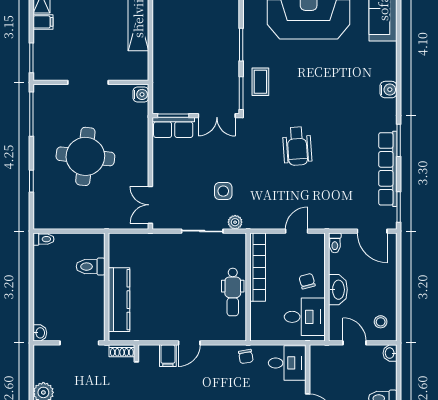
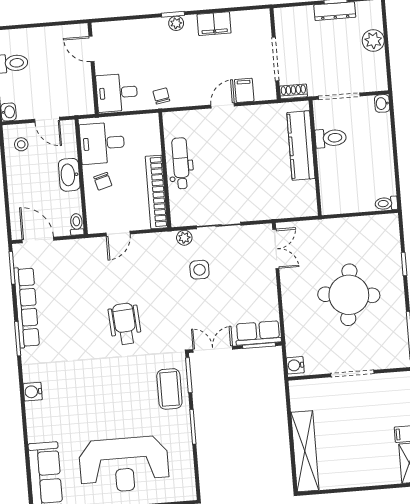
coffee table: (260, 82) -> (169, 389), width x1.36, depth x1.30
toilet: (91, 267) -> (331, 138), moved

